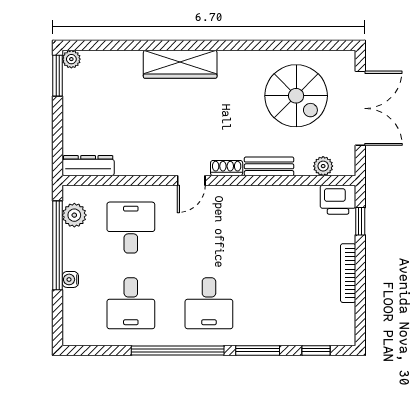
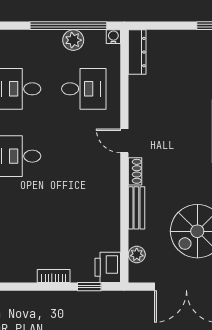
plant: (74, 215) -> (73, 40), moved
bookcase: (348, 273) -> (54, 276), width x0.64
water cooler: (70, 279) -> (113, 37), moved

